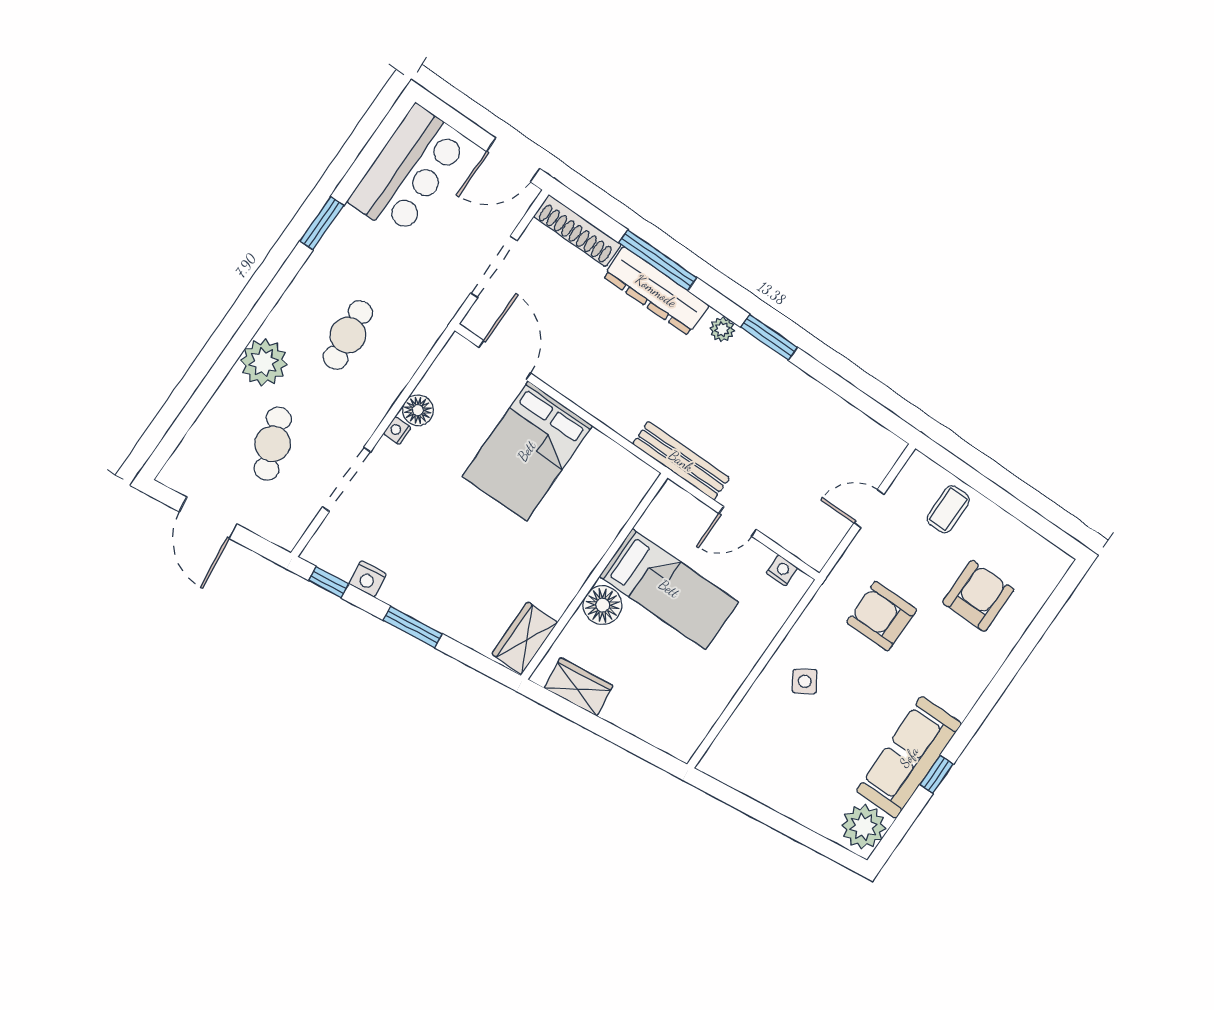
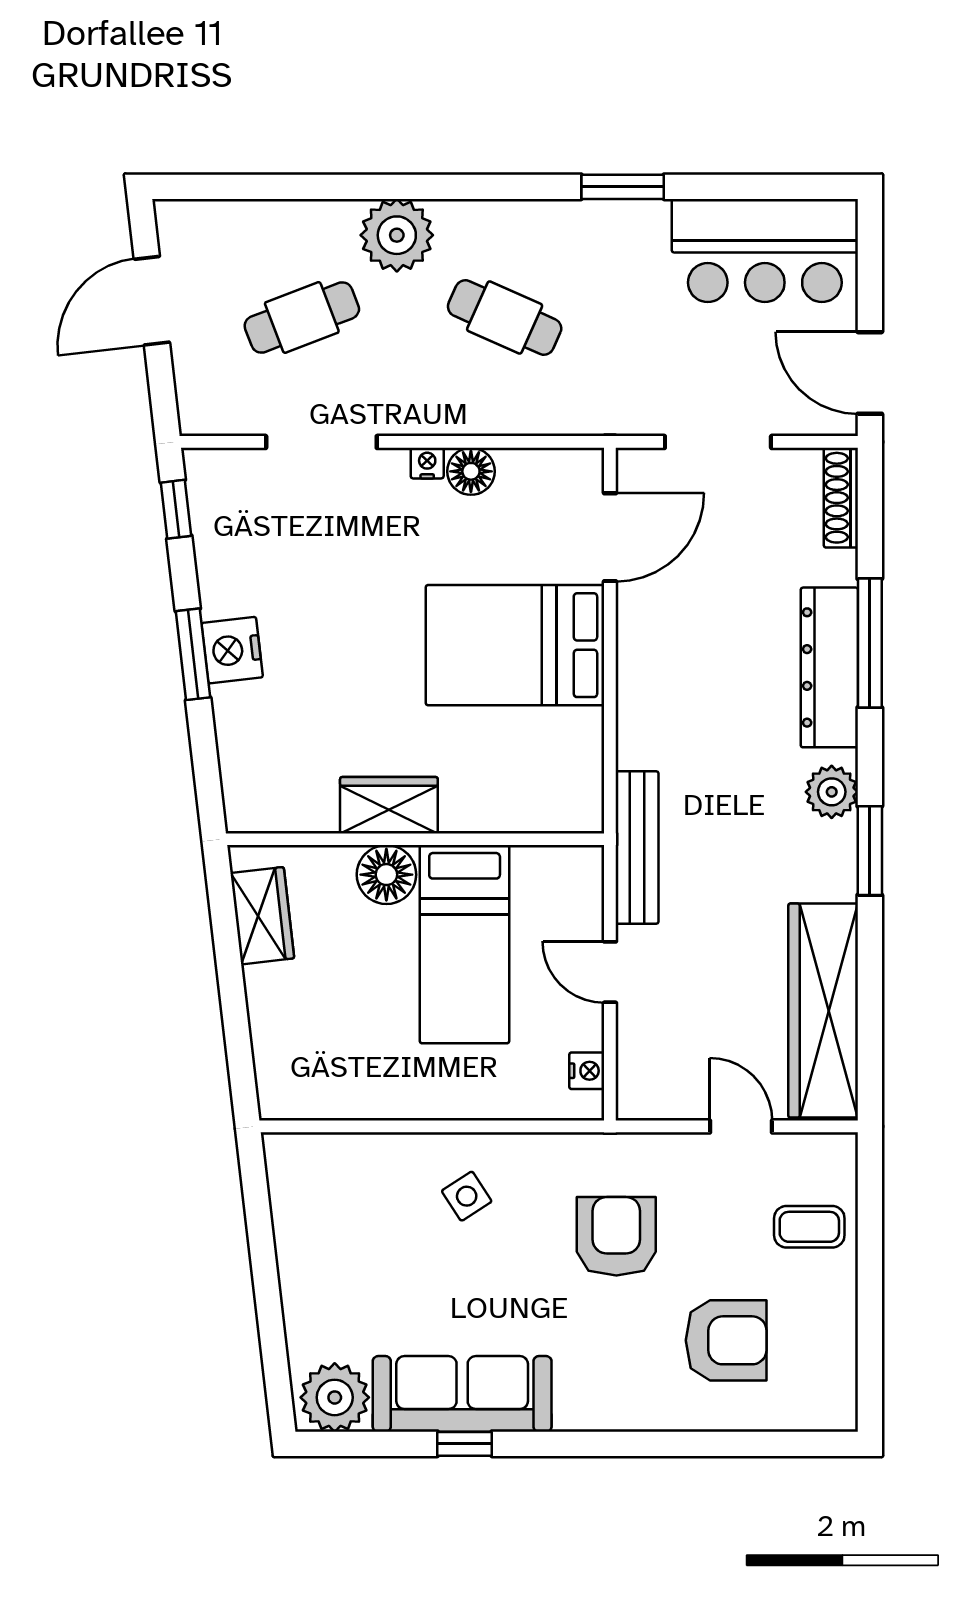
shoe rack: (577, 231) -> (841, 498), width x0.74, depth x0.81
plant: (722, 329) -> (832, 792), width x1.38, depth x1.38
cafe table: (348, 335) -> (505, 317), turned 30
wardrobe: (837, 422) -> (823, 1011), added
nightstand: (368, 579) -> (232, 650), moved, width x1.36, depth x1.33
wardrobe: (525, 638) -> (389, 805), moved

